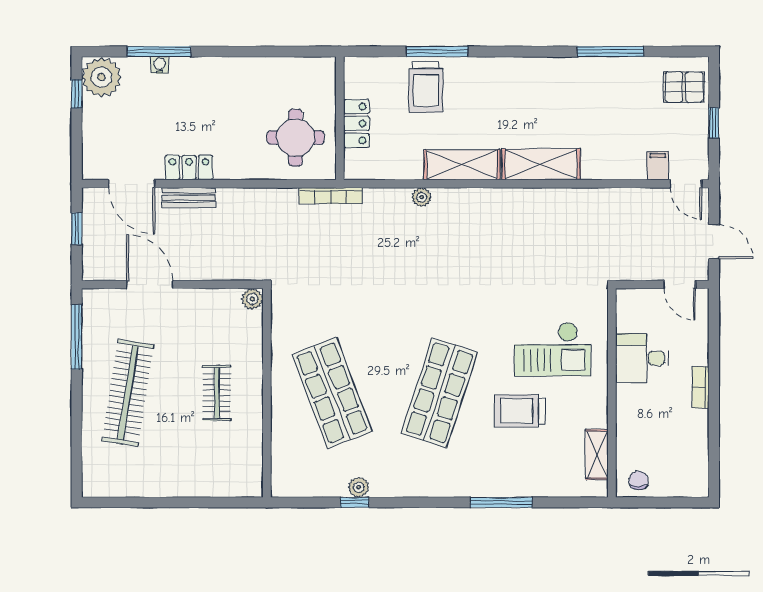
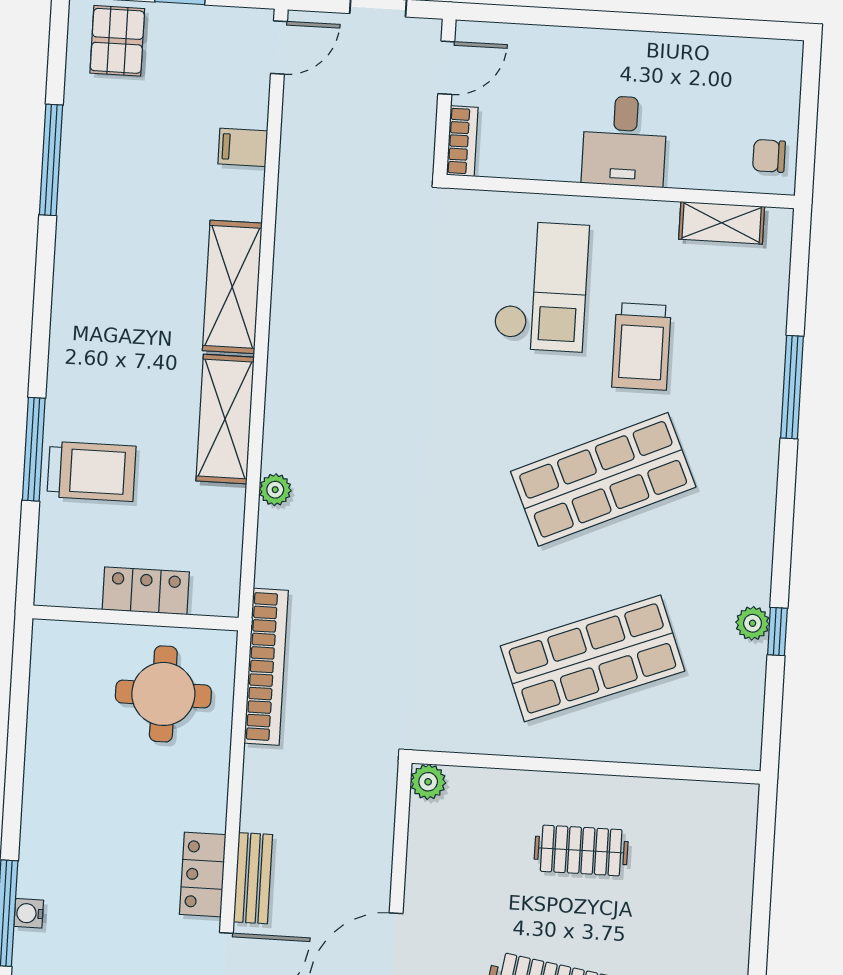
filing cabinet: (658, 166) -> (243, 147), moved
bookcase: (330, 196) -> (266, 667), width x1.48, depth x1.31
desk: (642, 358) -> (624, 141), moved
bookcase: (701, 387) -> (462, 141), moved, turned -90
shop shelf: (439, 393) -> (603, 479), turned -42

